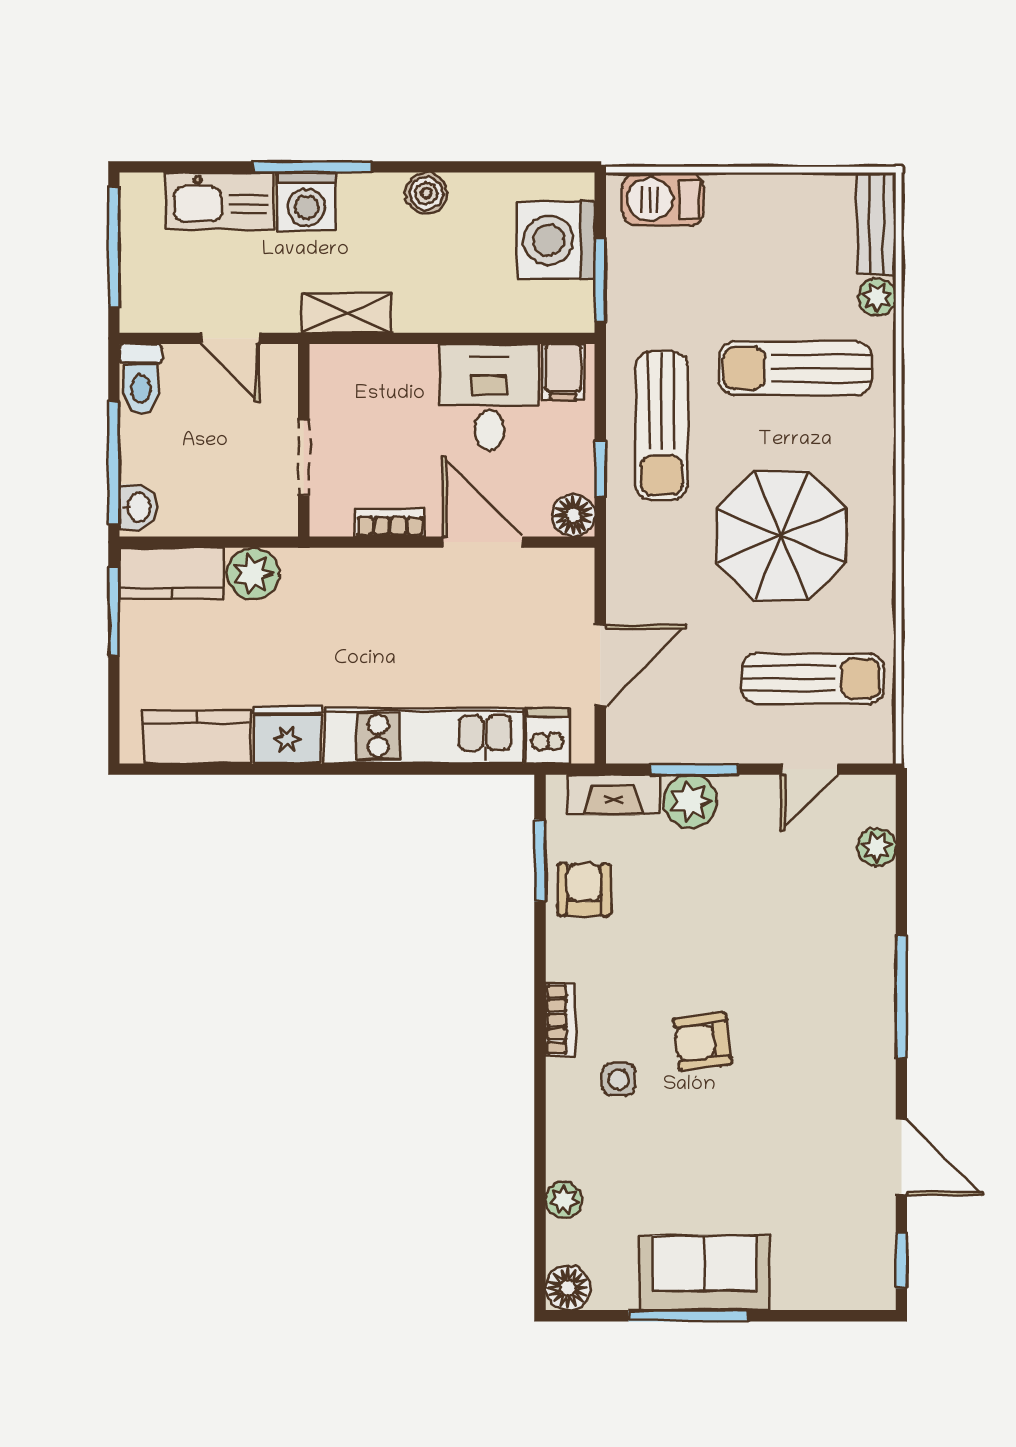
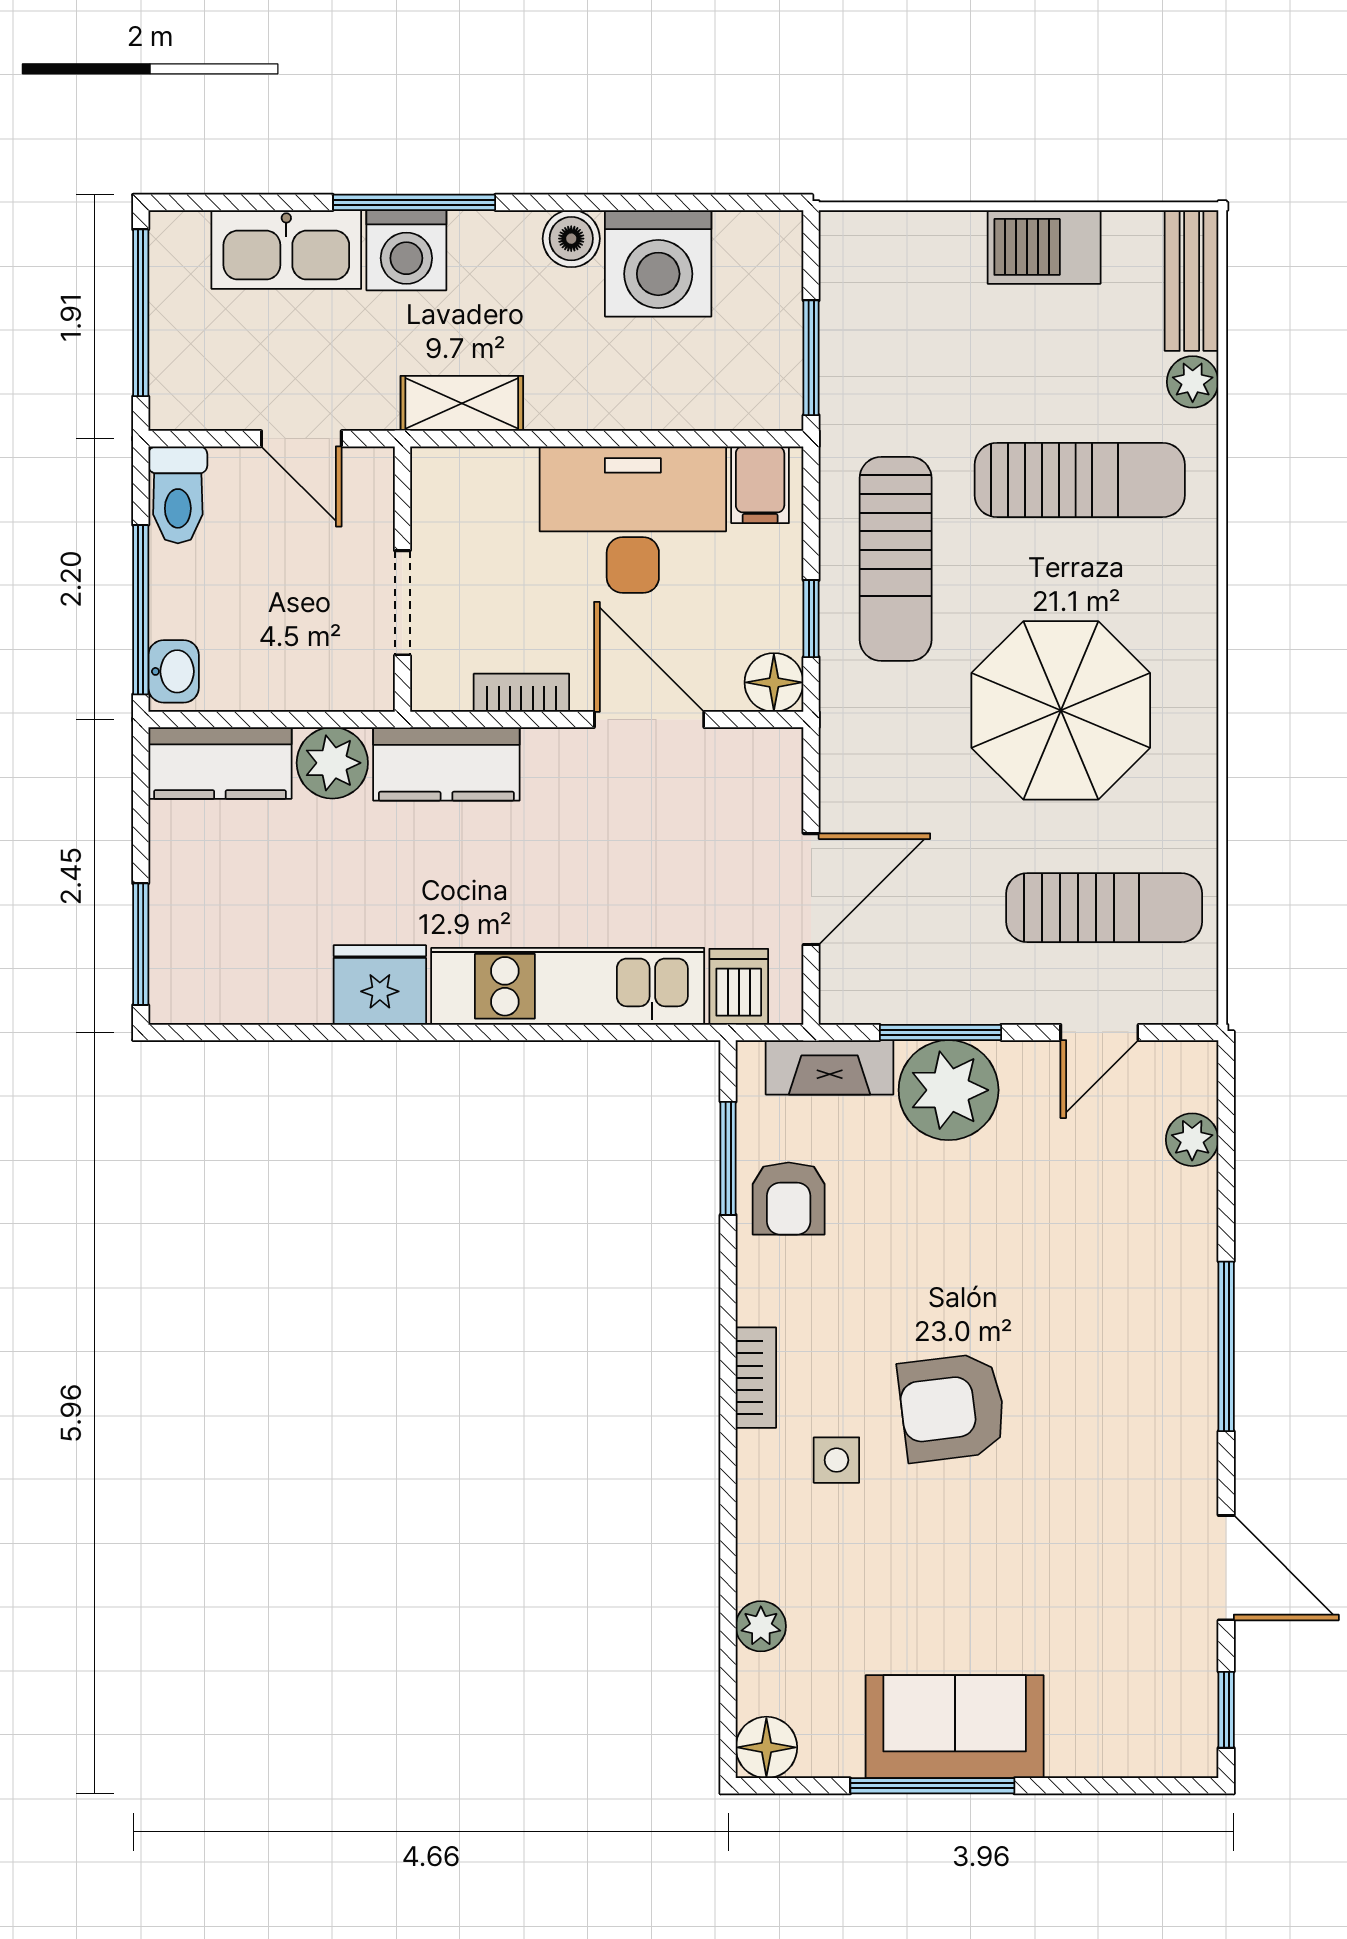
barbecue: (663, 199) -> (1044, 247), moved
washing machine: (556, 240) -> (658, 263), moved, turned -90
sun lounger: (795, 368) -> (1080, 480), turned 180
desk: (489, 397) -> (633, 520), width x1.37
window: (114, 612) -> (141, 944), moved
kitchen counter: (197, 737) -> (446, 764), moved, turned 180
plant: (690, 801) -> (949, 1090), width x1.36, depth x1.36
armchair: (584, 890) -> (789, 1198), turned 180
armchair: (703, 1041) -> (952, 1408), width x1.38, depth x1.38

